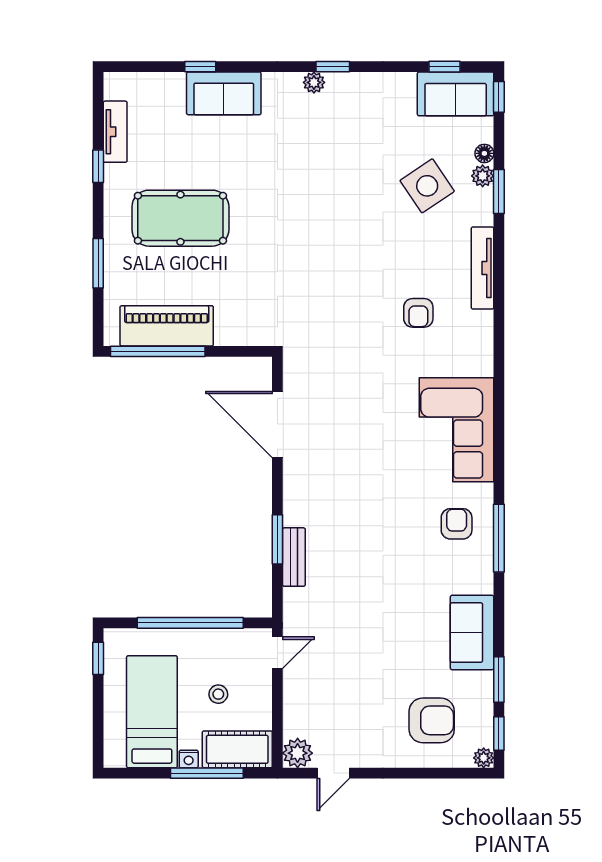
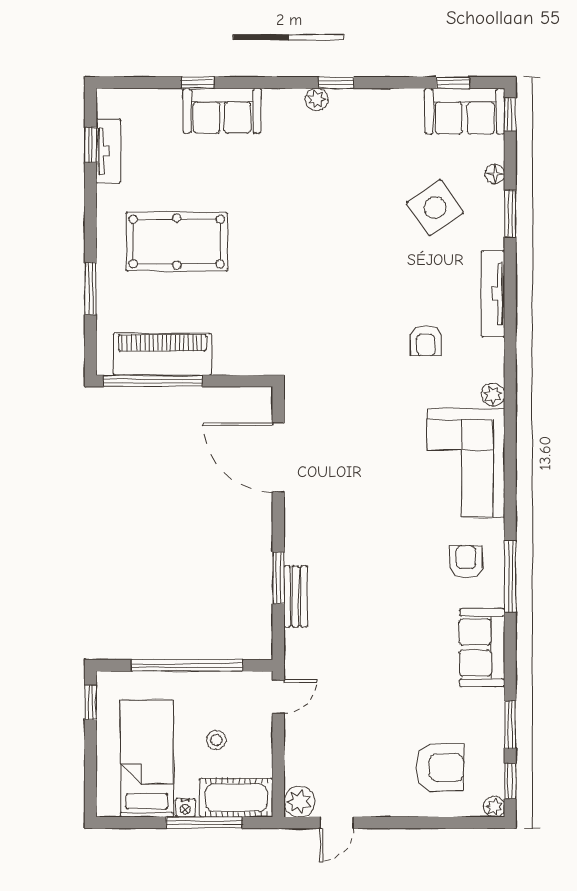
window: (98, 166) -> (91, 145), moved
plant: (483, 176) -> (493, 395), moved
sofa: (472, 633) -> (482, 648), moved

